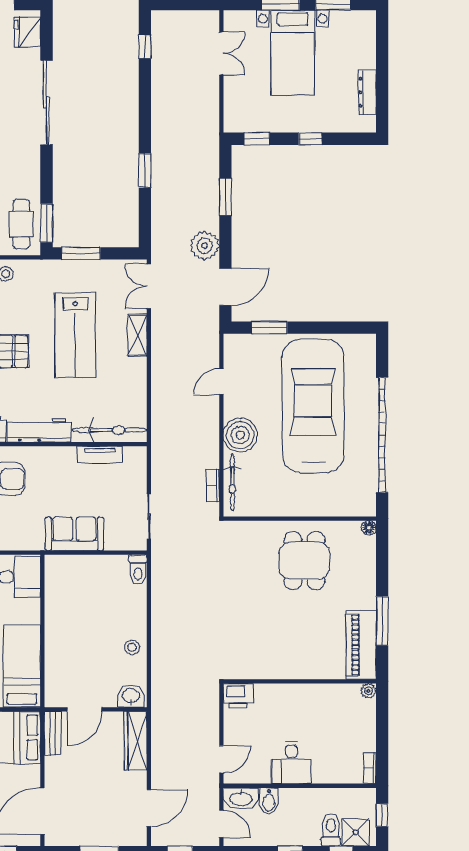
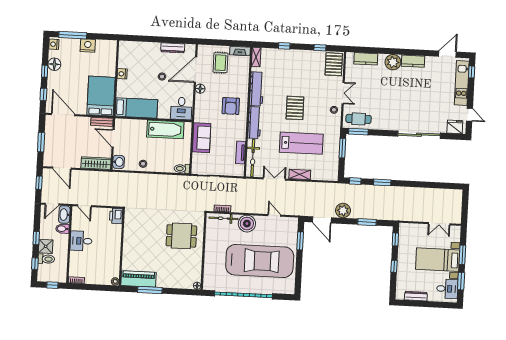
desk: (350, 31) -> (447, 289), added
window: (145, 47) -> (355, 181), moved
double door: (149, 286) -> (274, 179), moved
lab bench: (75, 335) -> (301, 143), turned 180
dining table: (304, 561) -> (181, 236), moved
bathtub: (62, 607) -> (165, 129), added
shower: (356, 832) -> (46, 246), moved

